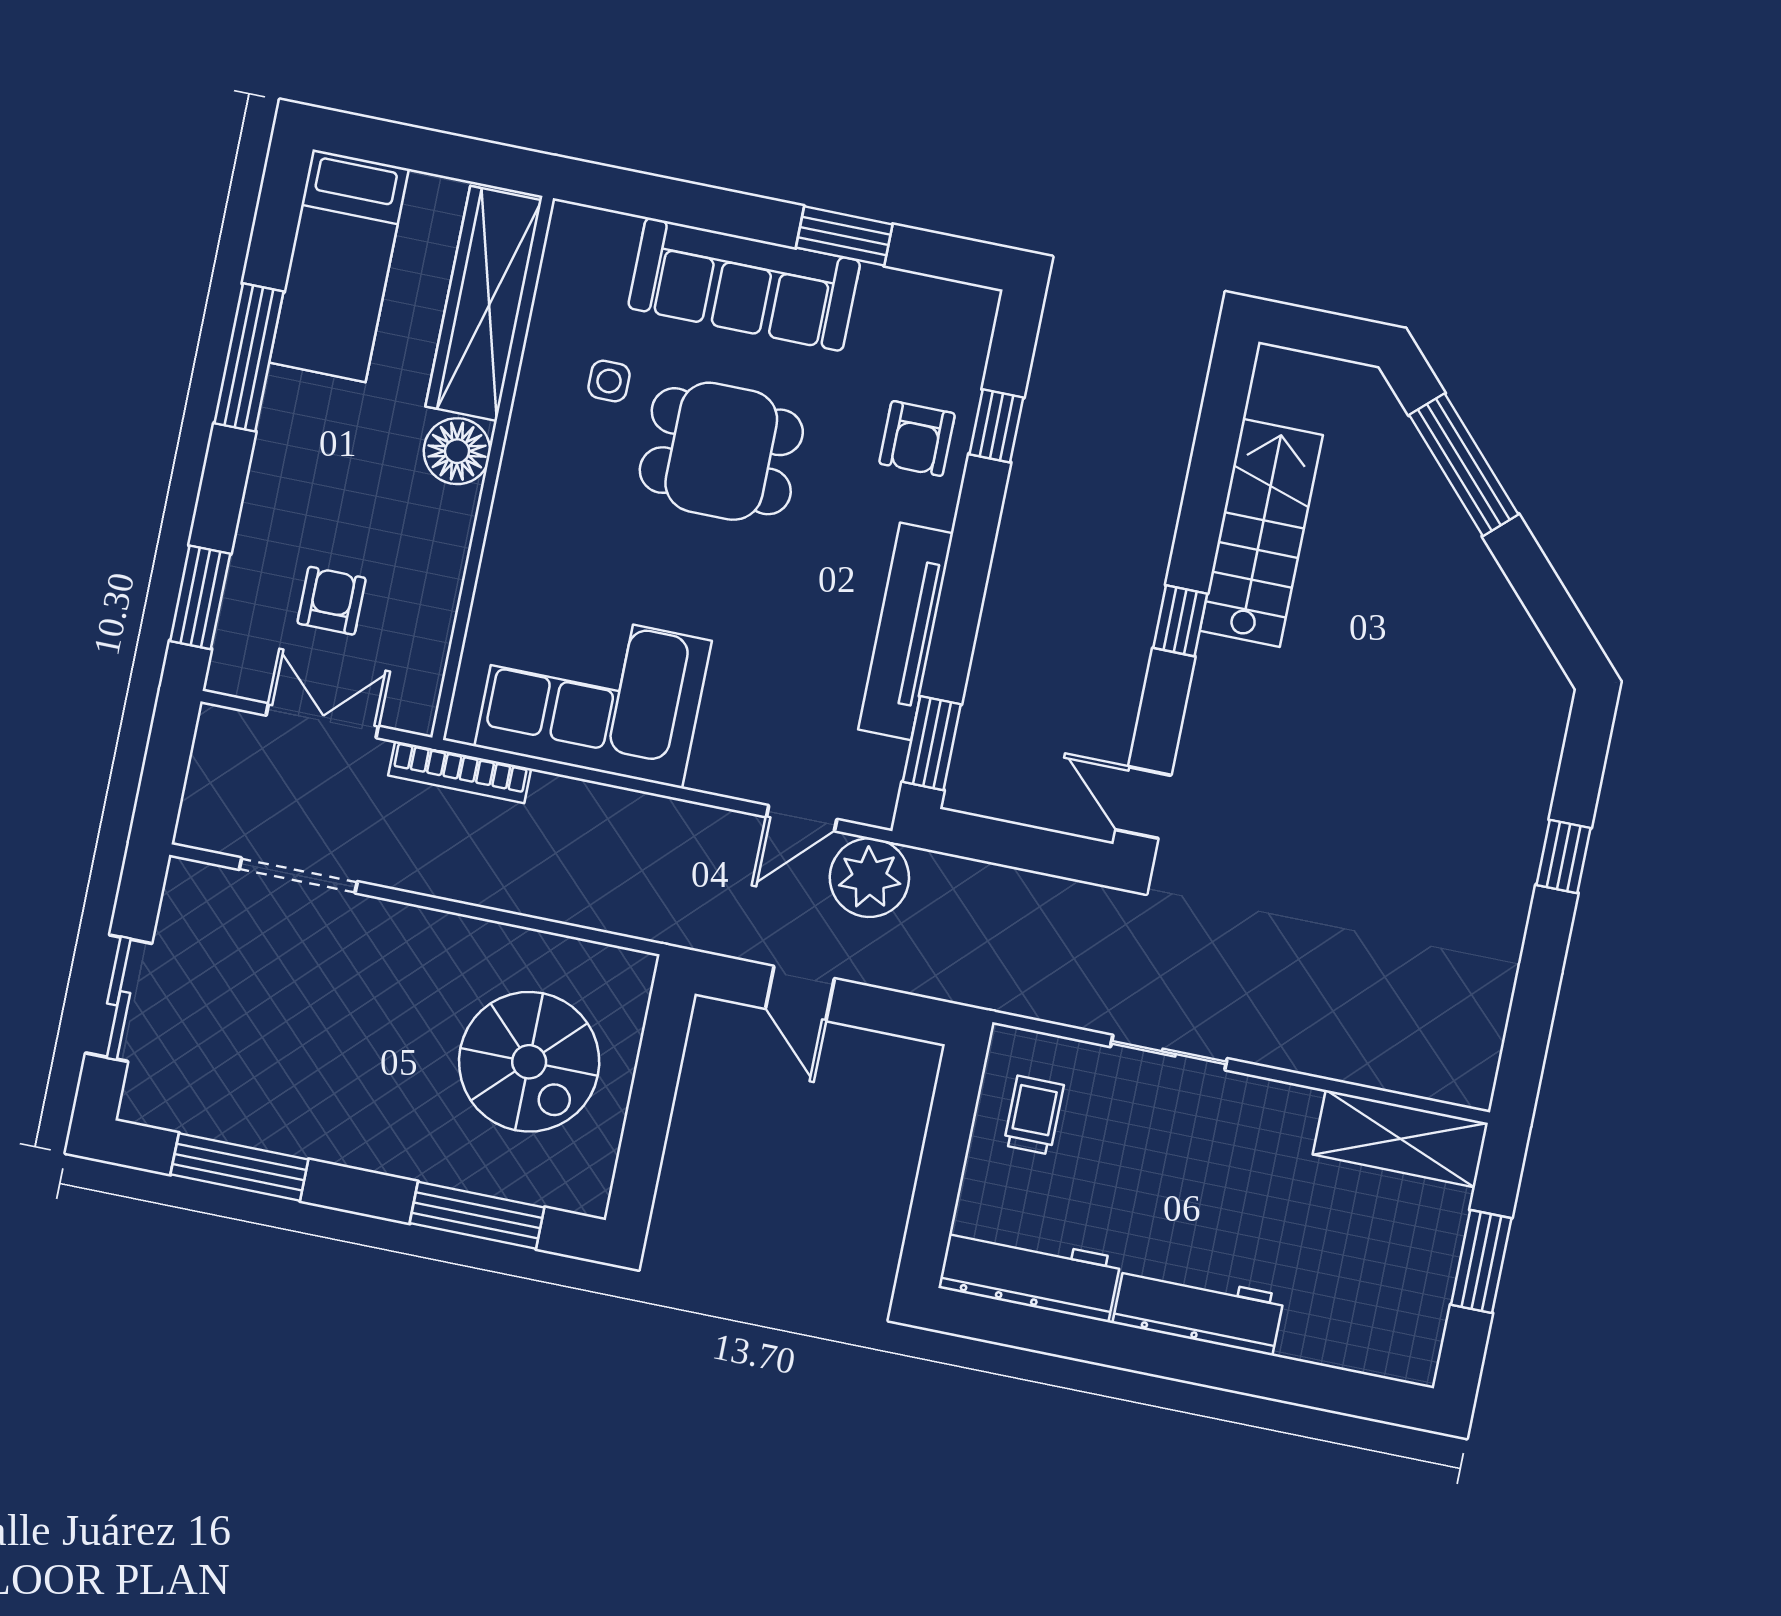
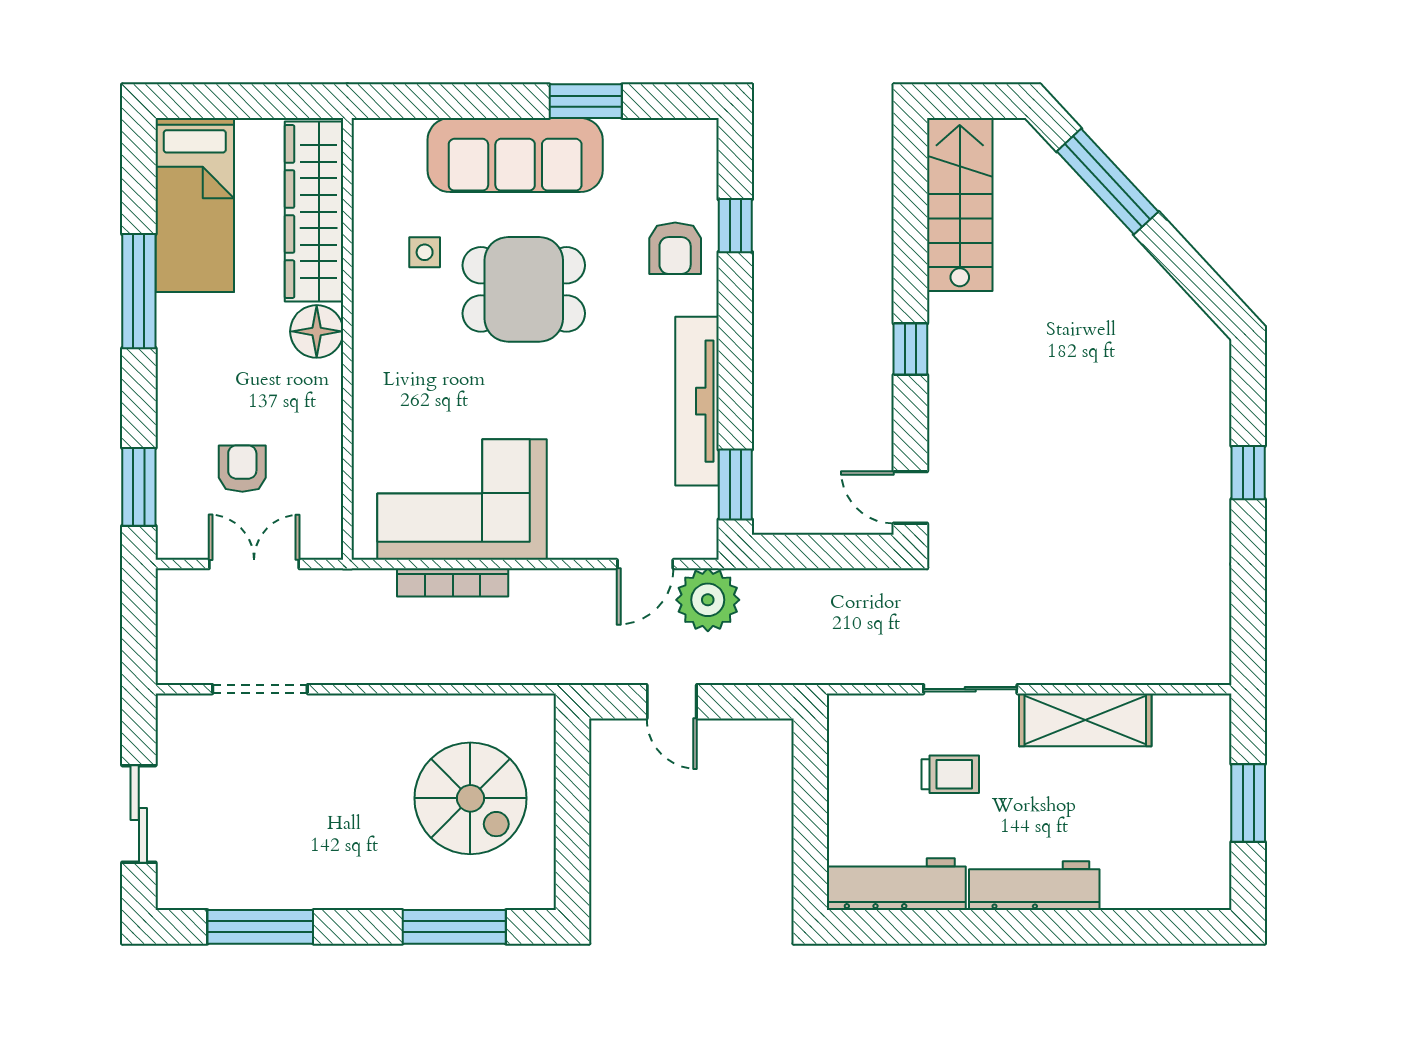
stairs: (1261, 533) -> (960, 204), moved
bookcase: (460, 772) -> (453, 582), moved
trolley: (1034, 1115) -> (950, 774), moved, turned 90
shelving: (1400, 1139) -> (1085, 720), moved

